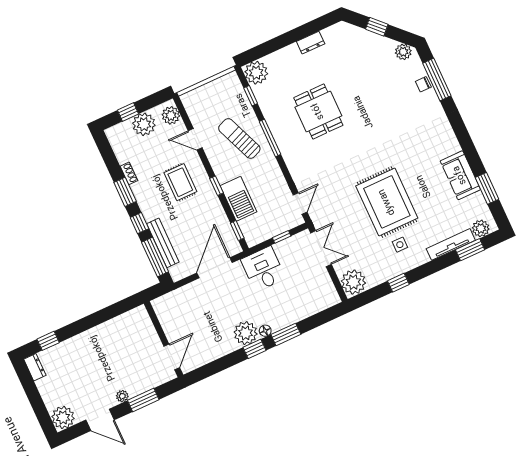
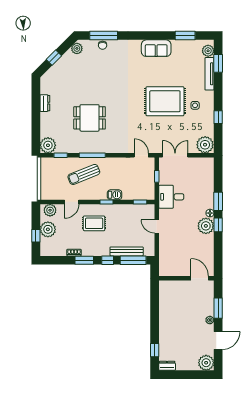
sofa: (460, 175) -> (156, 48), moved
barbecue: (238, 199) -> (115, 195), width x0.53, depth x0.65
door: (215, 268) -> (157, 227), width x0.53

